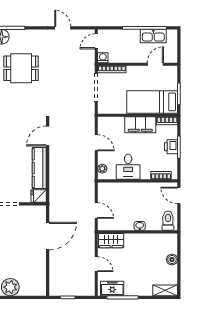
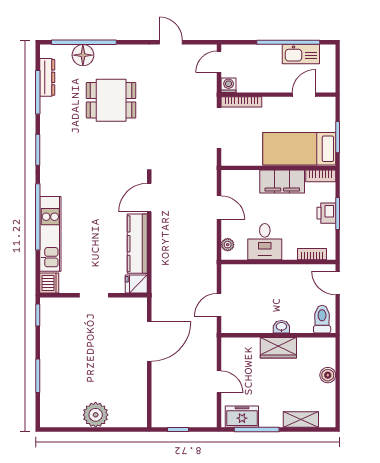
door: (96, 211) -> (219, 305), swing flipped
wardrobe: (111, 241) -> (278, 348), moved
shelving: (165, 290) -> (301, 420), moved

